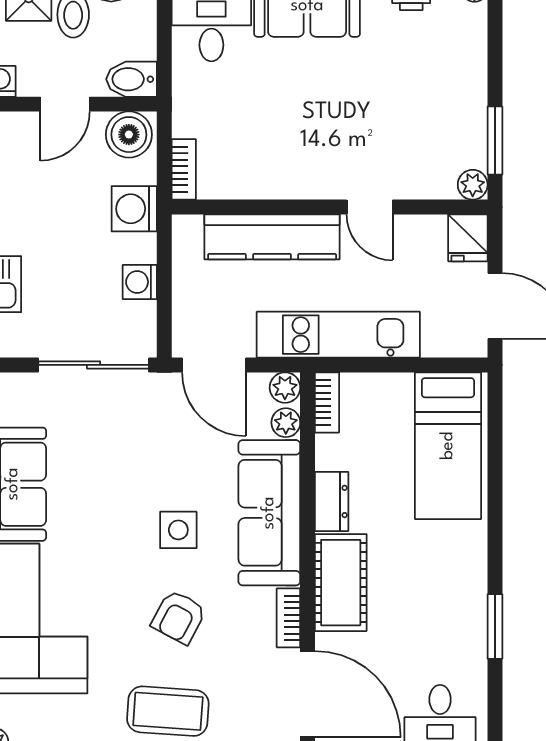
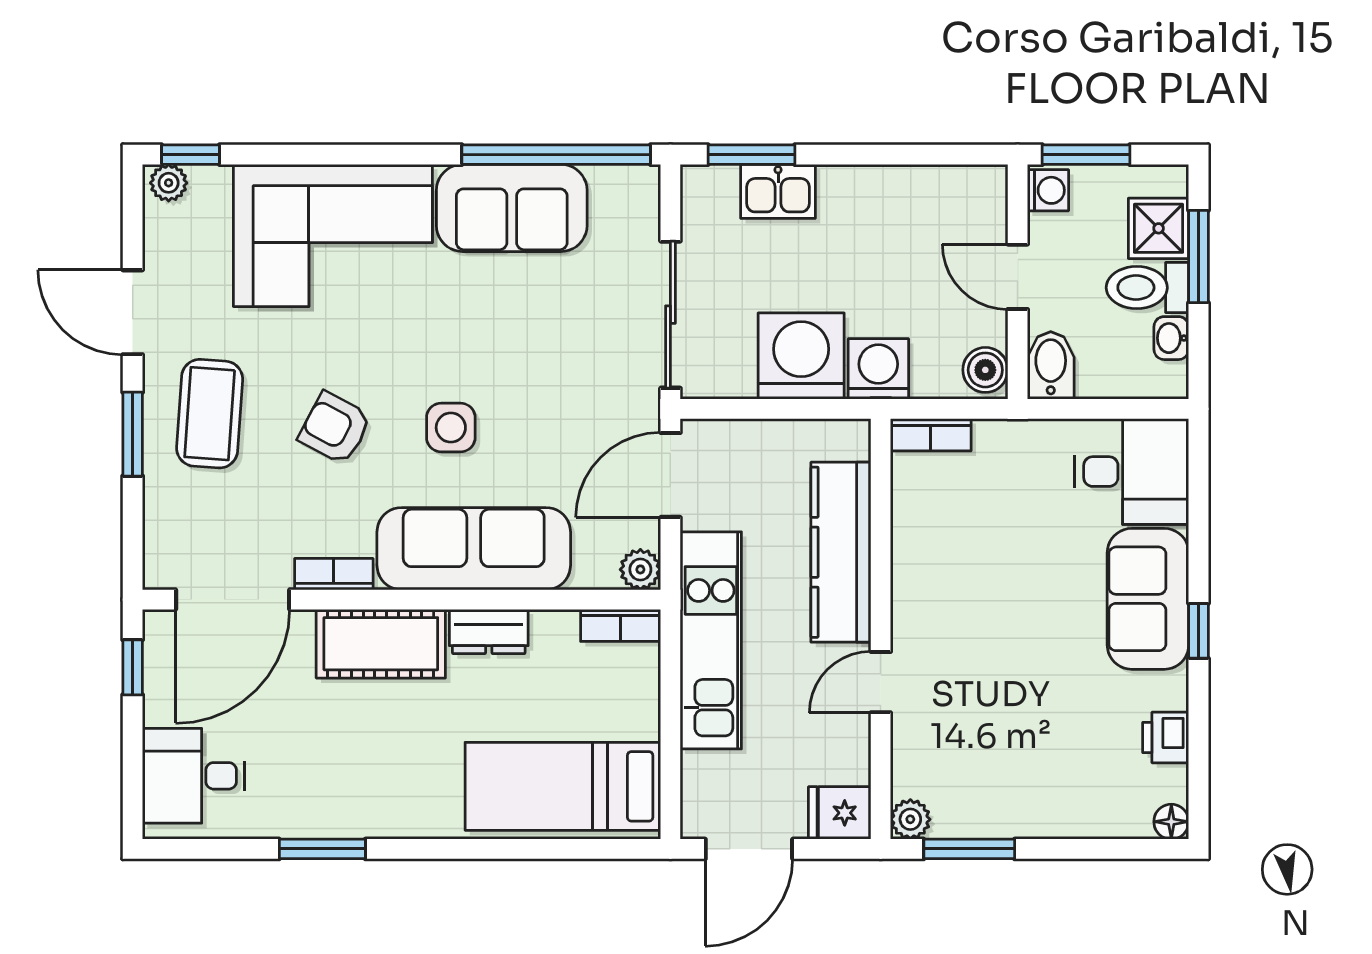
boiler: (129, 135) -> (985, 370), width x0.73, depth x0.73
washing machine: (140, 282) -> (801, 356), width x1.89, depth x1.89
plant: (286, 423) -> (594, 571), removed

